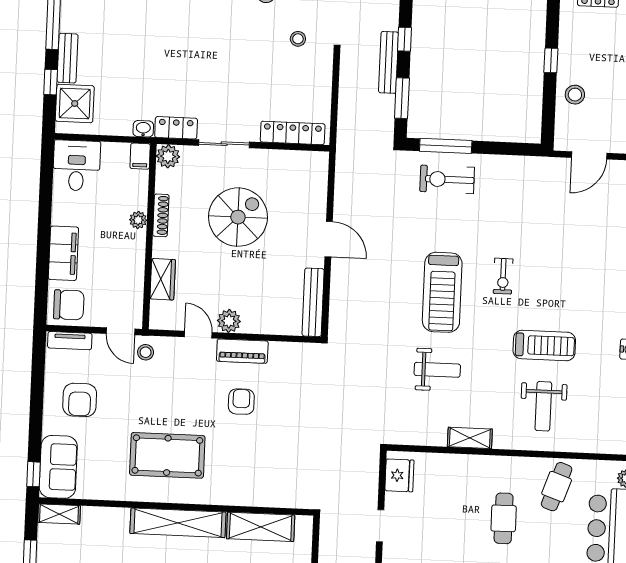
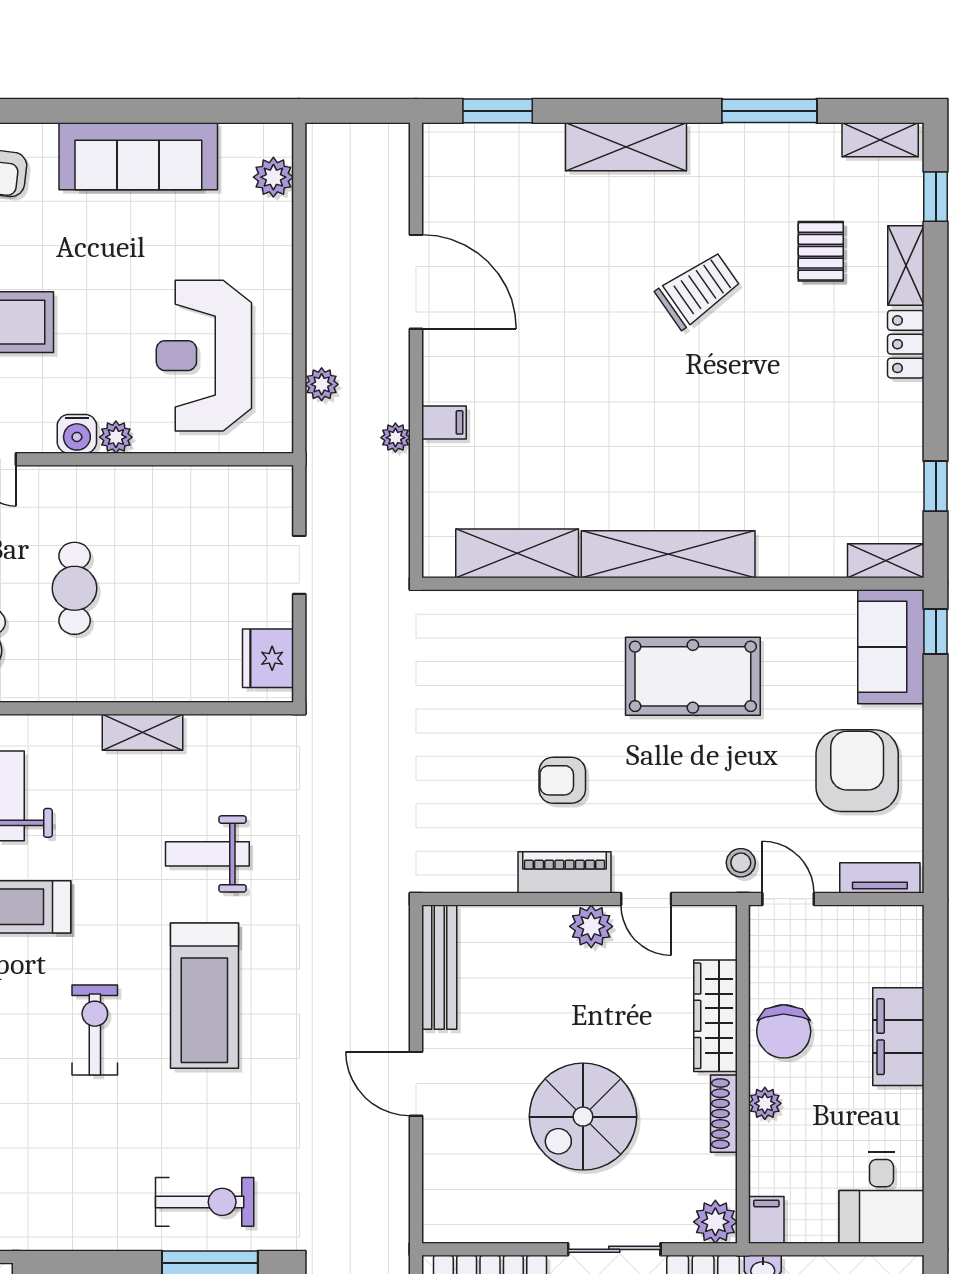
exercise bike: (503, 276) -> (95, 1030), width x1.38, depth x1.39
wardrobe: (163, 279) -> (715, 1016), width x1.50
treadmill: (442, 292) -> (204, 996), turned 180
chair: (69, 305) -> (784, 1031), moved, turned -90
armchair: (80, 400) -> (857, 771), width x1.36, depth x1.36
armchair: (241, 402) -> (562, 780), turned 90

